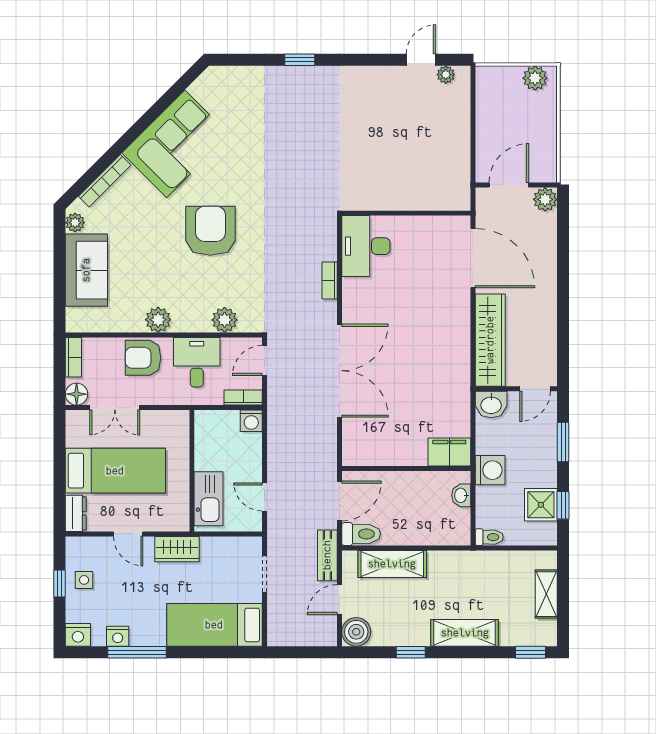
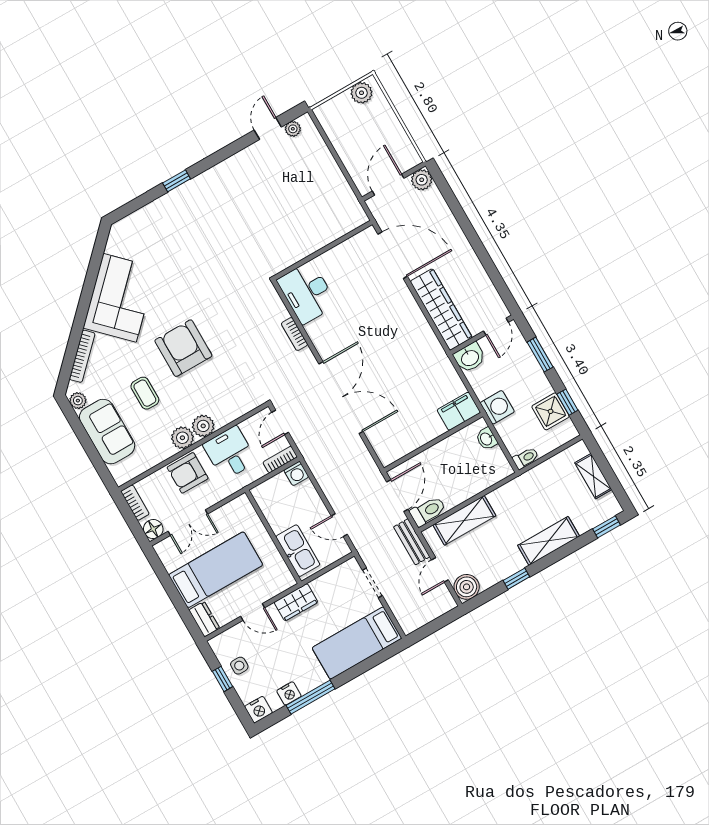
coffee table: (146, 254) -> (145, 393), added
plant: (225, 320) -> (203, 426), moved

